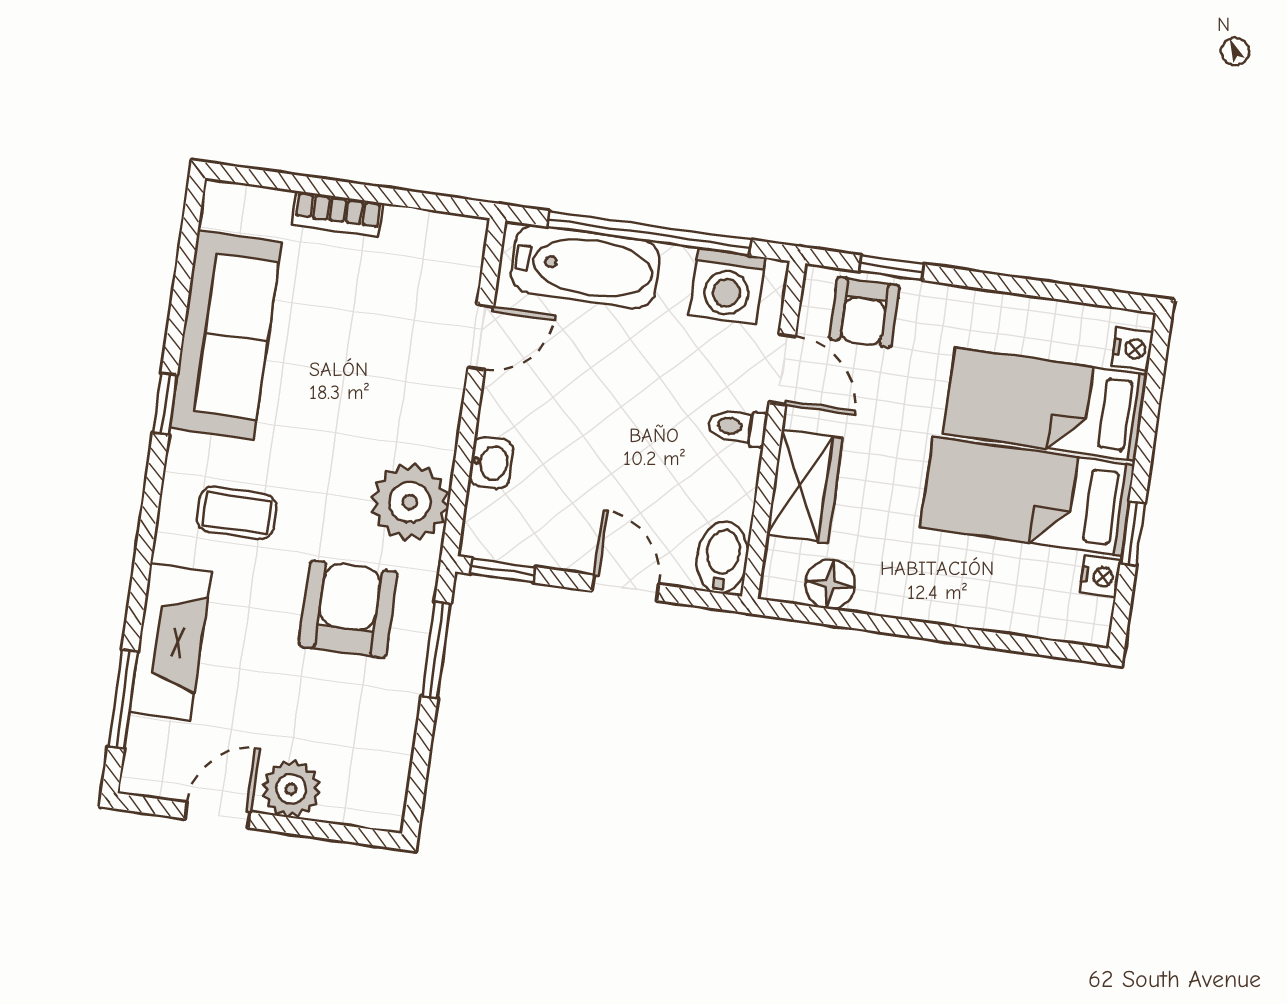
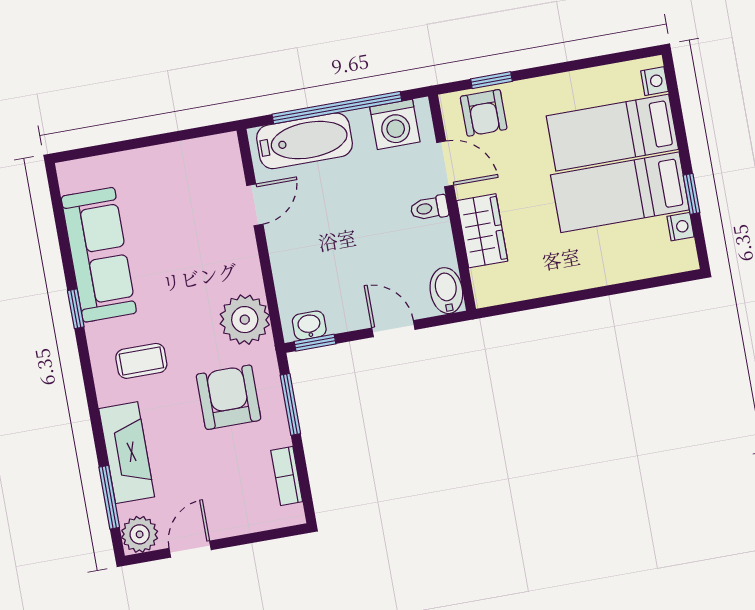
bookcase: (337, 214) -> (287, 476), moved, turned 90
washbasin: (491, 463) -> (309, 325), moved, turned -90
floor lamp: (830, 584) -> (517, 285), removed
plant: (291, 789) -> (140, 534), moved

